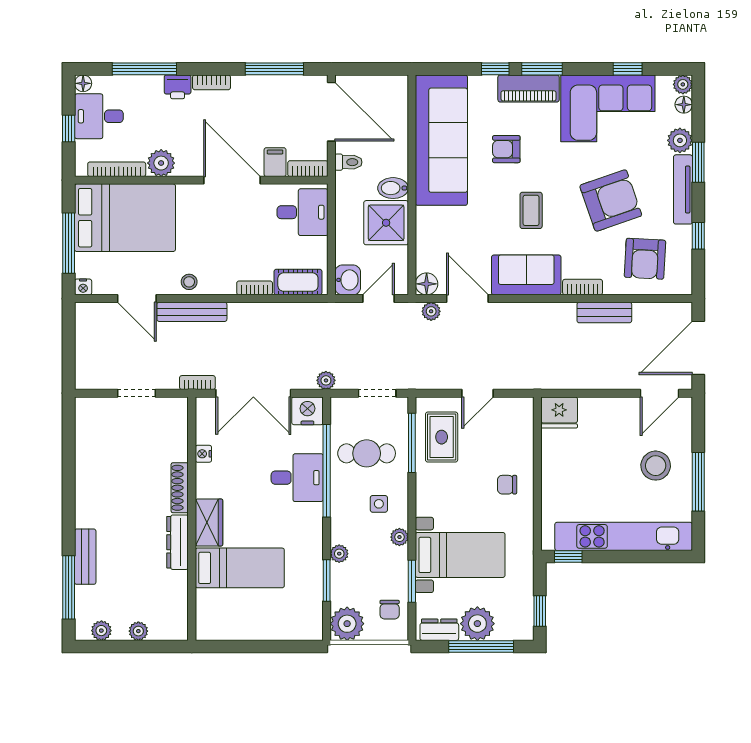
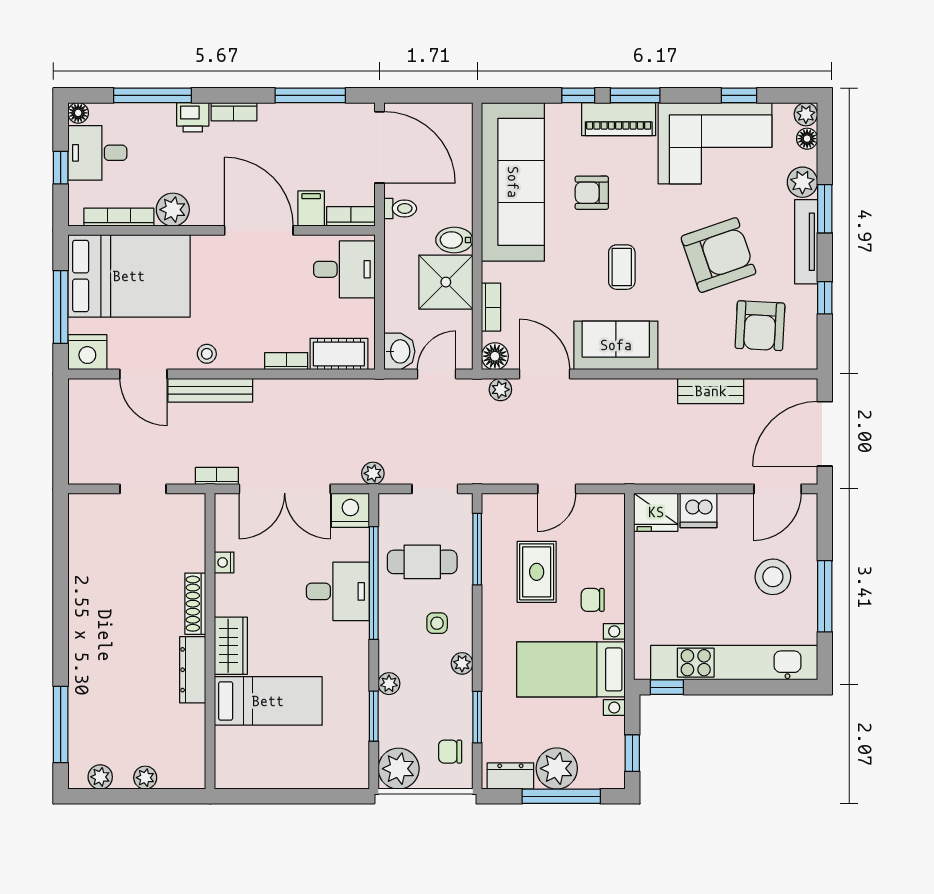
nightstand: (83, 287) -> (87, 352), width x1.89, depth x1.79
bookcase: (583, 287) -> (491, 307), moved, turned 90
dishwasher: (594, 411) -> (699, 510), added
rug: (442, 437) -> (537, 572), moved
bed with nightstands: (460, 555) -> (571, 669), moved, turned 180
bench: (85, 557) -> (81, 687), removed
chair: (390, 610) -> (450, 752), turned 90

